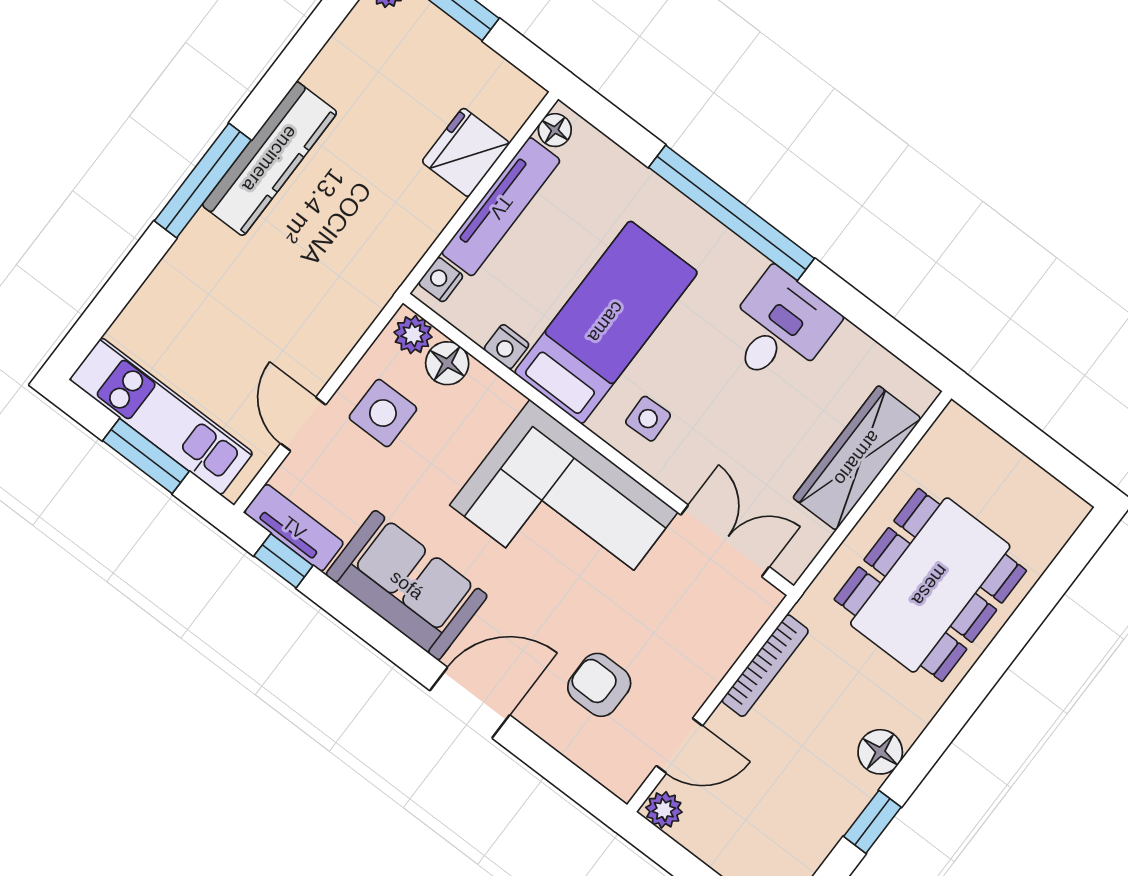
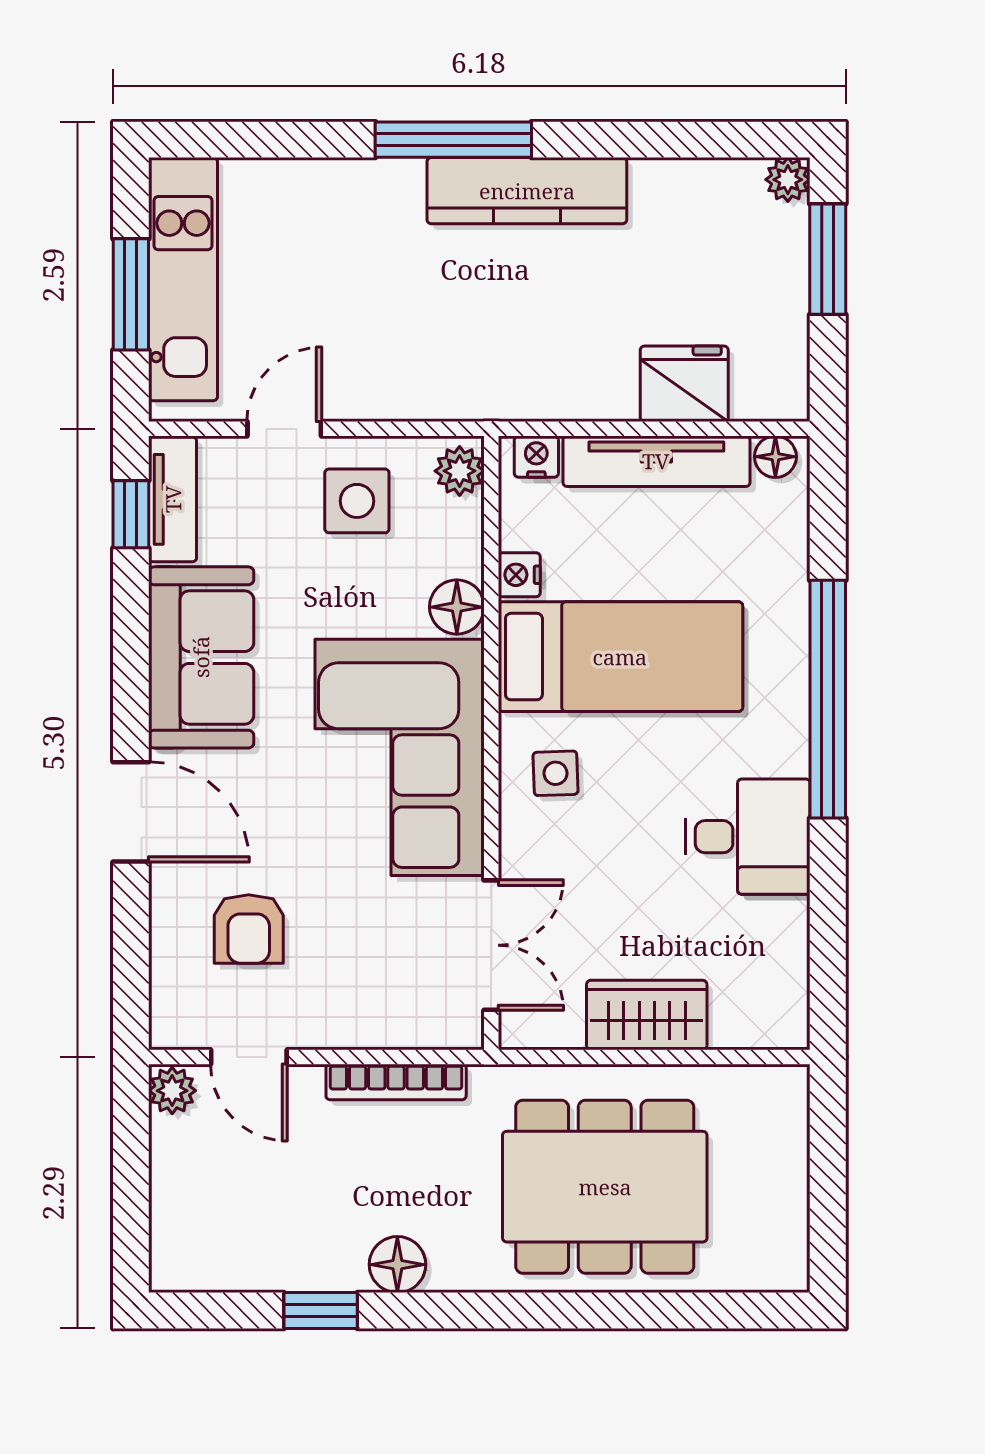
floor lamp: (447, 363) -> (457, 607), moved
wardrobe: (857, 458) -> (647, 1015), width x0.67
armchair: (599, 685) -> (249, 929), turned 180

